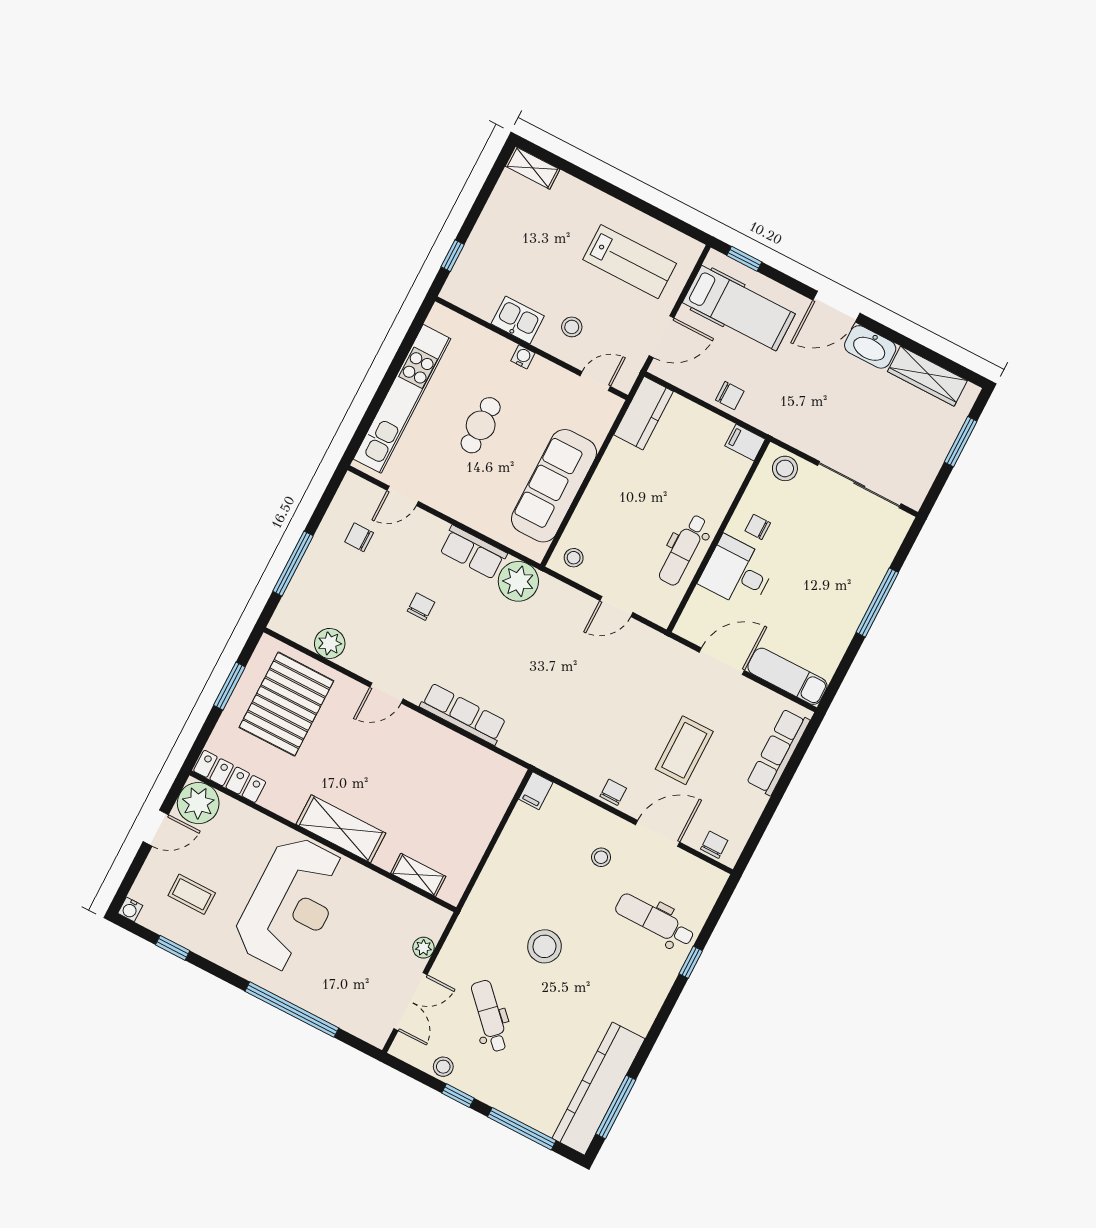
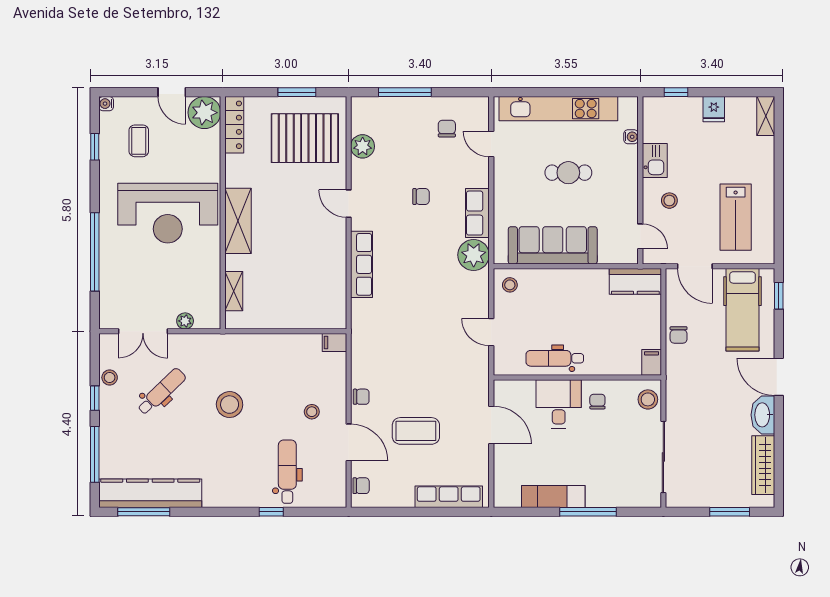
fridge: (494, 223) -> (714, 109), added
water cooler: (523, 357) -> (631, 137), moved
exam couch: (787, 676) -> (553, 497), moved, turned -90

